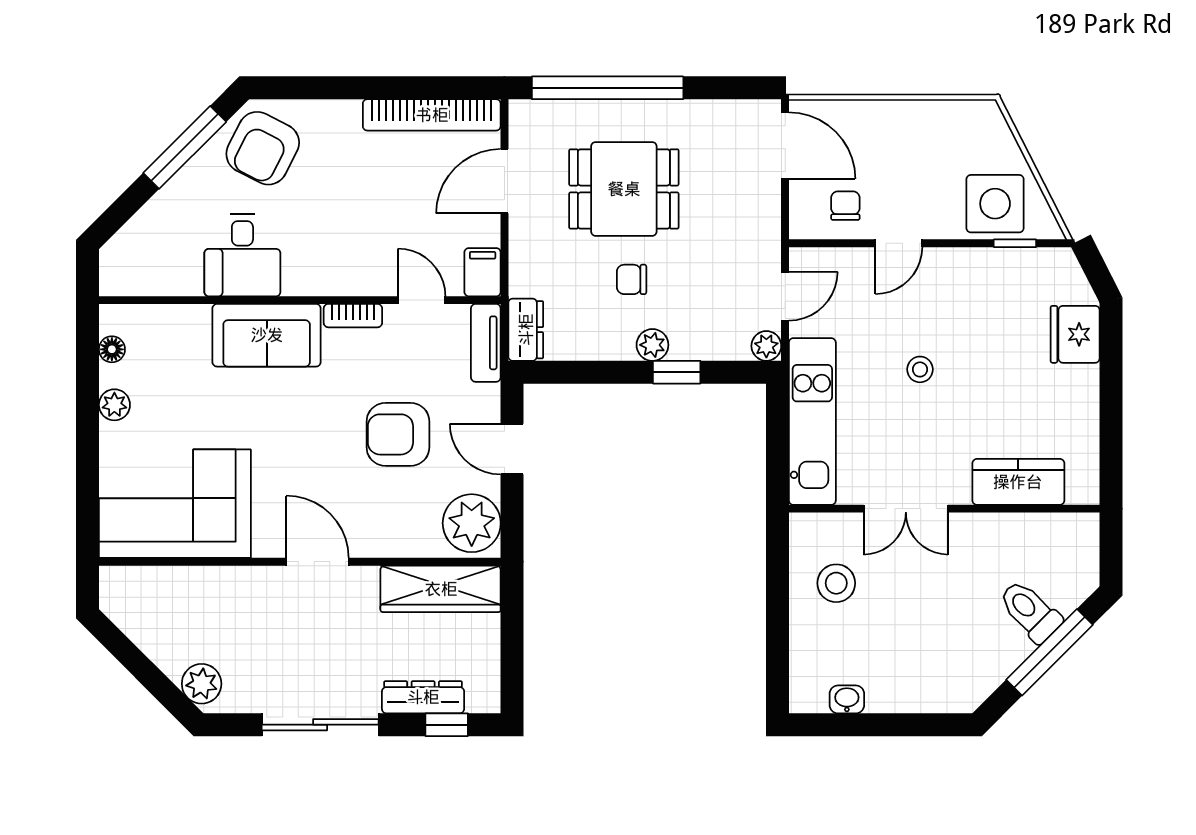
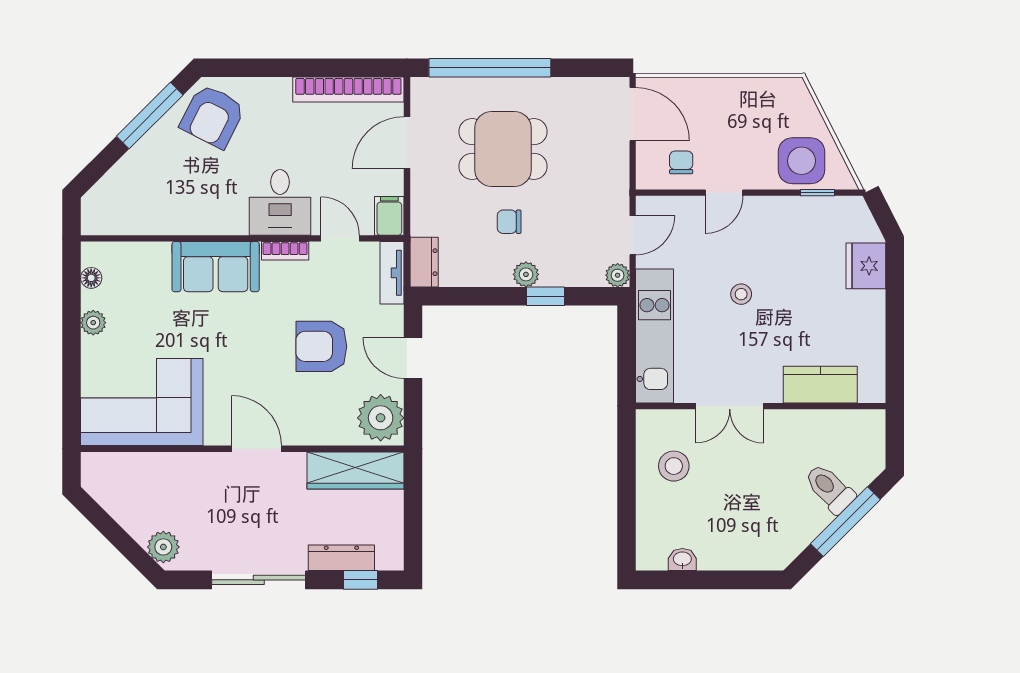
desk: (242, 255) -> (280, 202), moved

